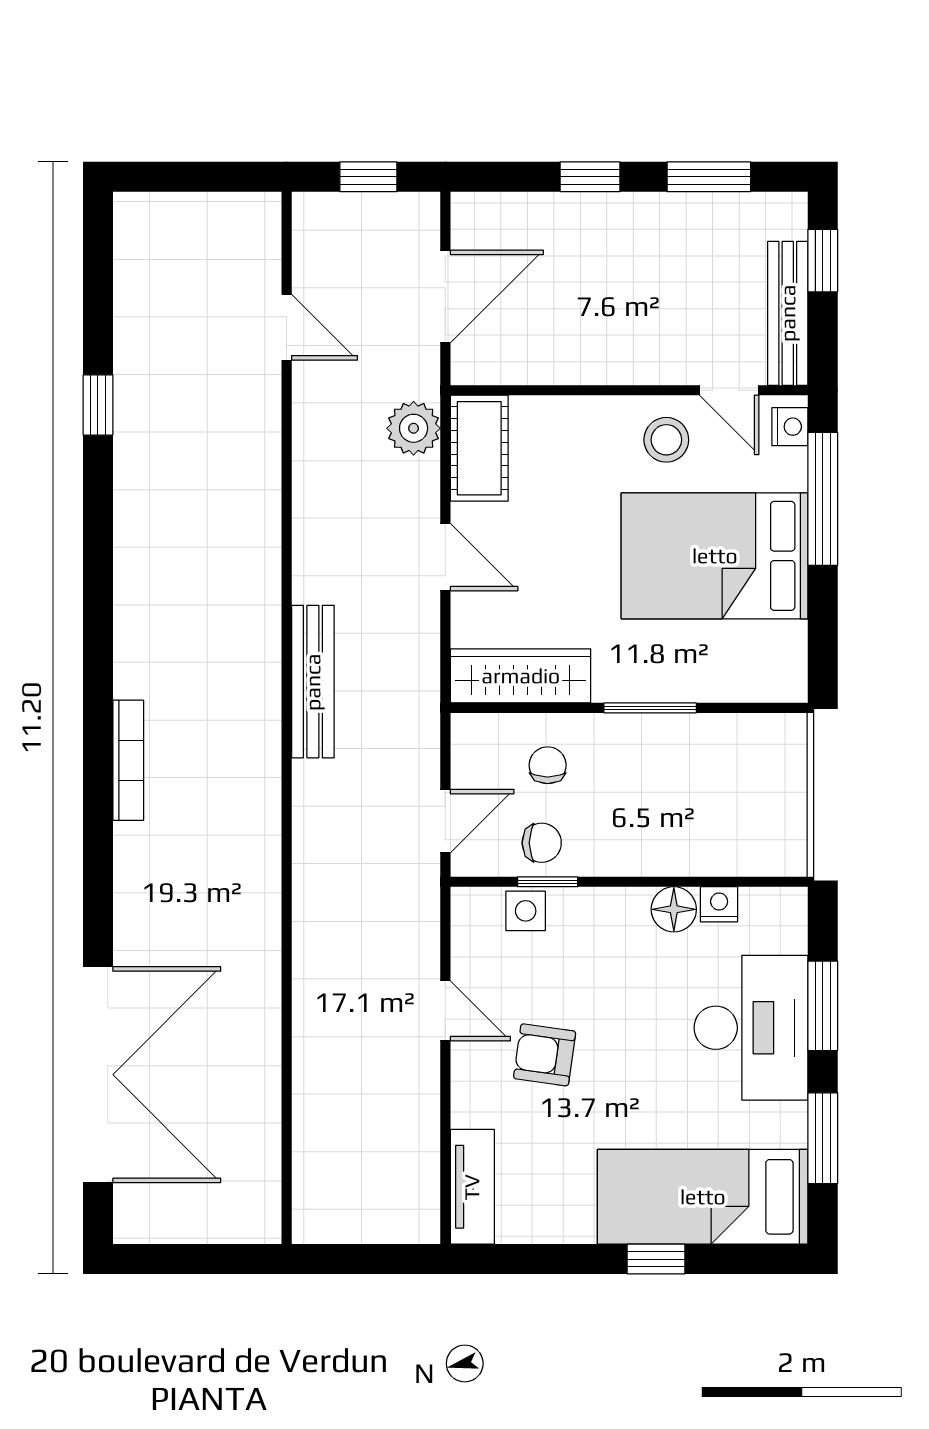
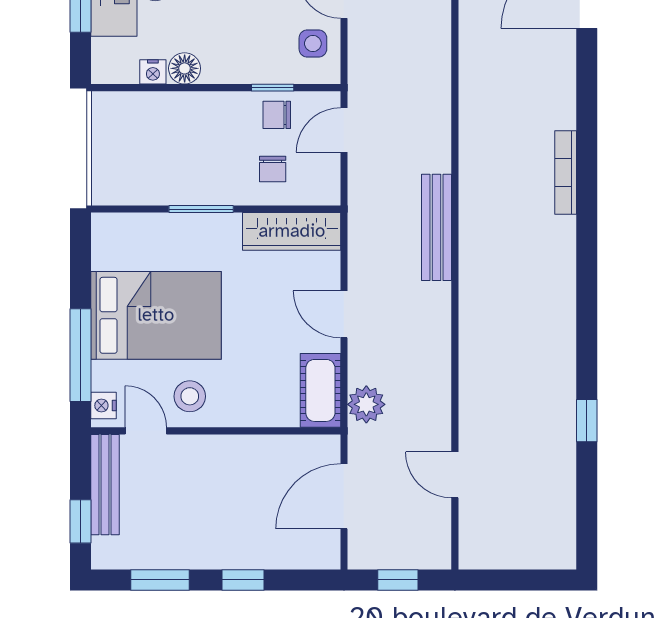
side table: (526, 911) -> (313, 43), moved

